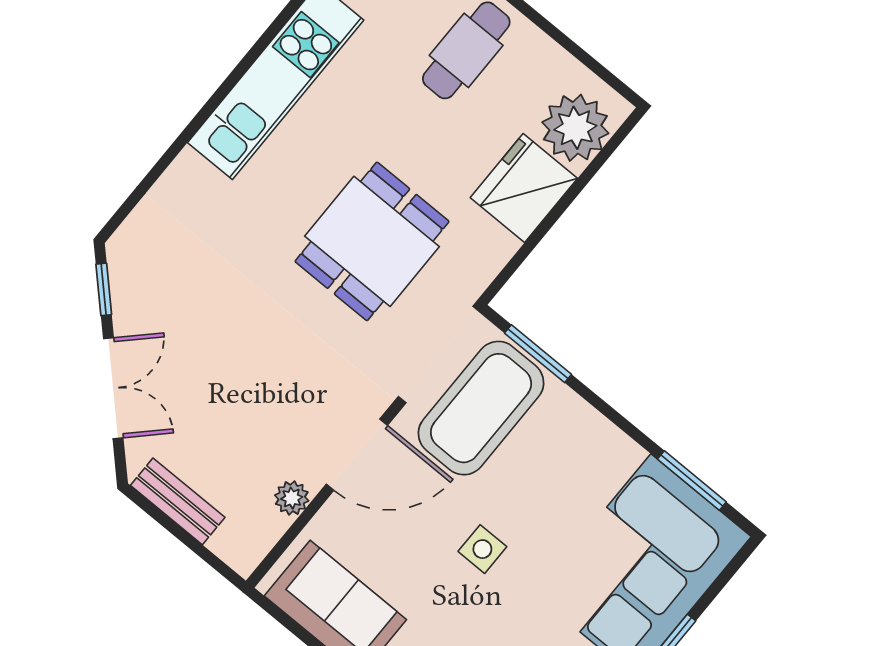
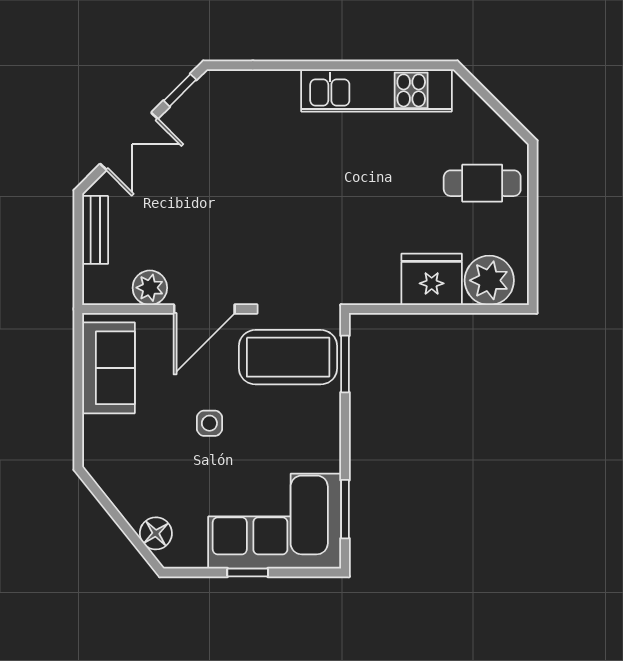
dining table: (372, 241) -> (331, 219), removed
door: (357, 455) -> (204, 309), hinge flipped
plant: (292, 498) -> (150, 288), width x1.38, depth x1.38

